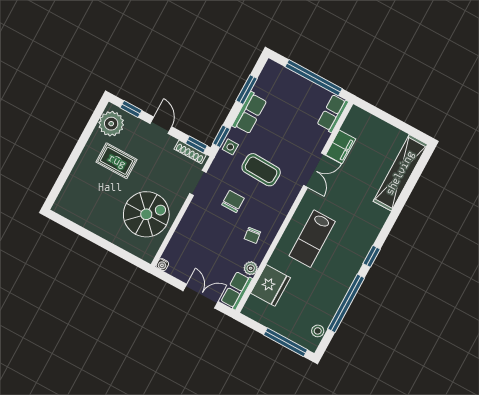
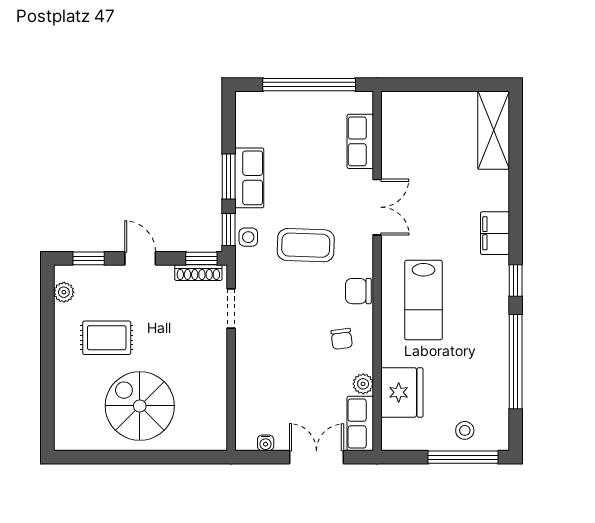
window: (247, 90) -> (229, 176), moved
row of seats: (333, 113) -> (360, 141), moved
plant: (111, 124) -> (64, 292), width x0.53, depth x0.53
filing cabinet: (341, 147) -> (495, 233), moved, turned 180
shelving: (400, 173) -> (494, 130), width x0.68
chair: (233, 201) -> (358, 291), moved, turned -90
spiral stairs: (146, 214) -> (140, 406), moved, turned -90
water cooler: (162, 265) -> (266, 443), moved
stool: (318, 331) -> (465, 430), moved

